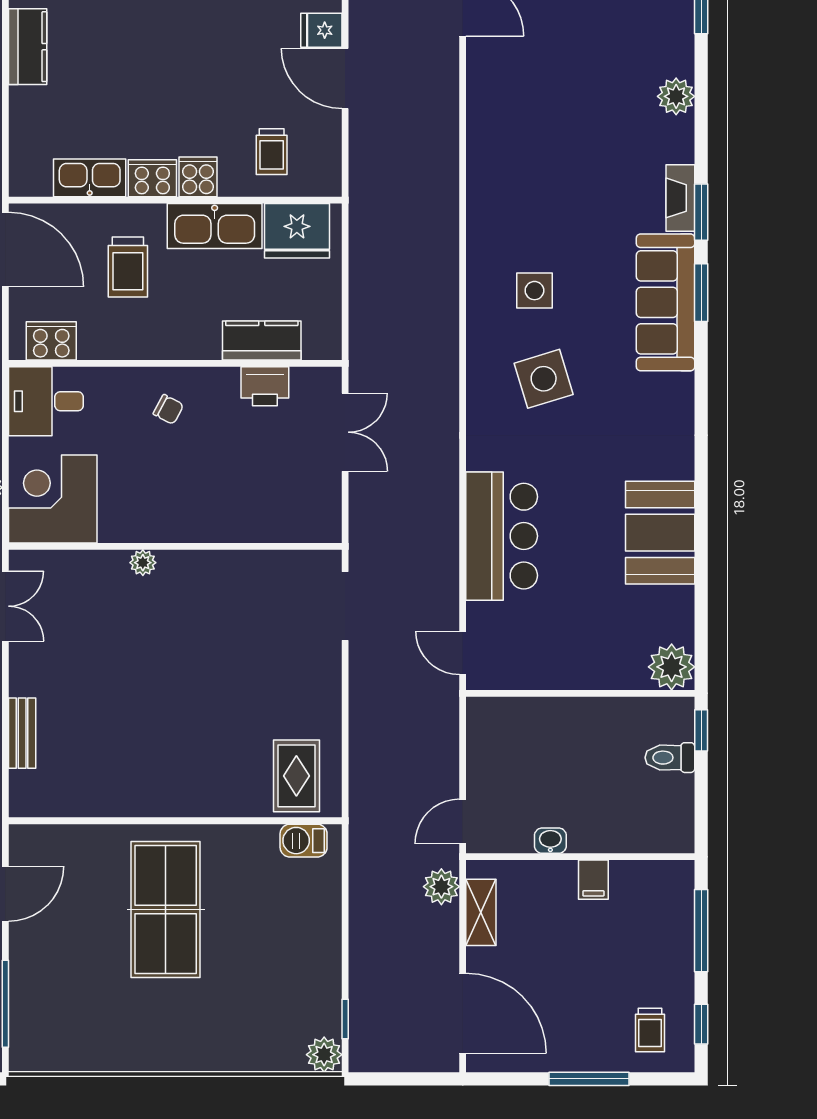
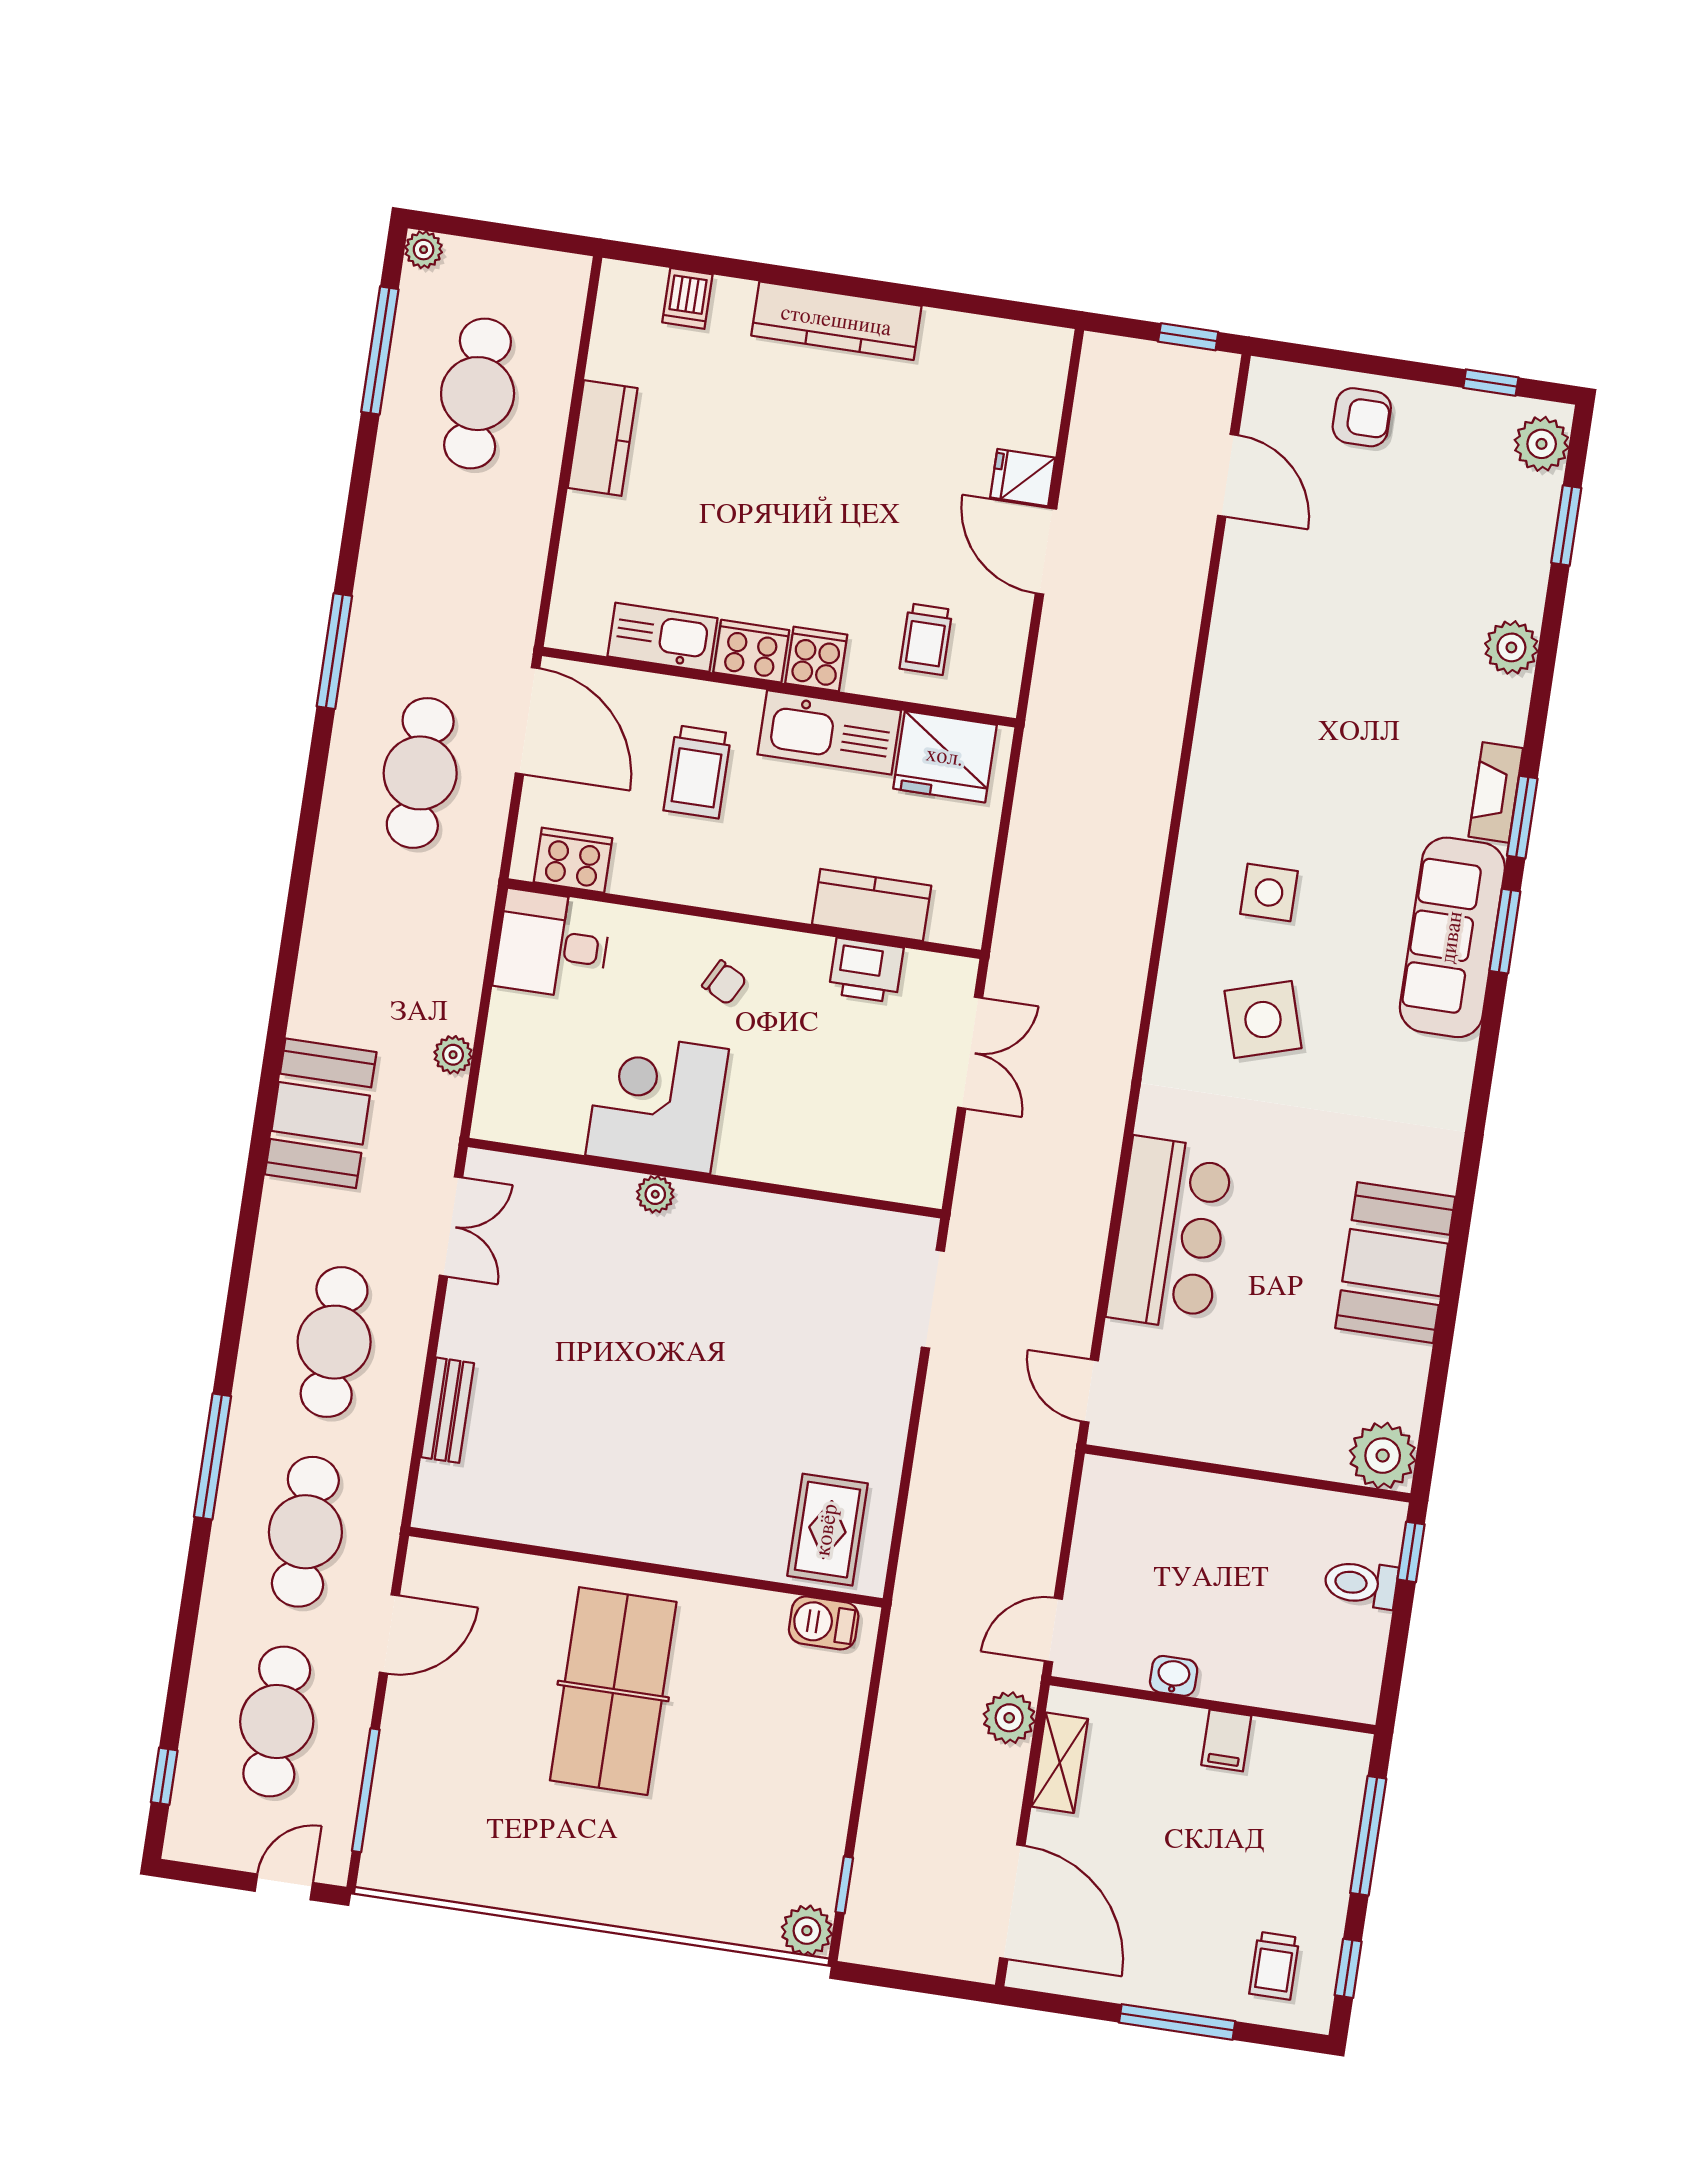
corner desk: (53, 499) -> (657, 1102), moved

